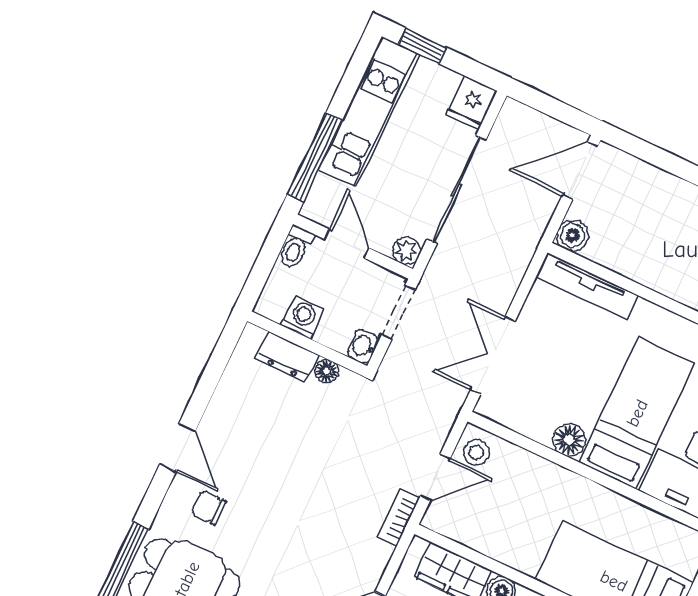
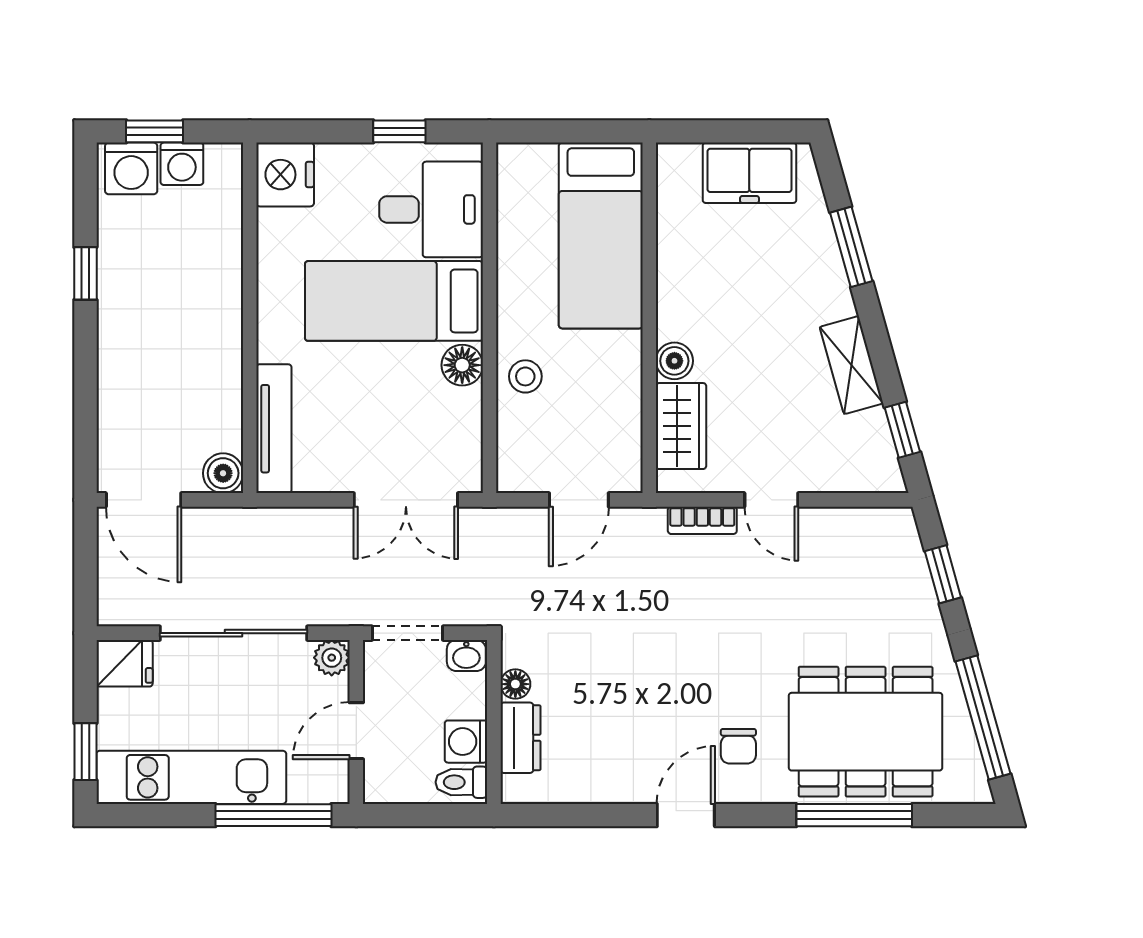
toilet: (295, 247) -> (461, 782), moved, turned 180
stool: (476, 452) -> (525, 376), moved
door: (435, 477) -> (579, 500), swing flipped
bookcase: (399, 517) -> (702, 520), moved

